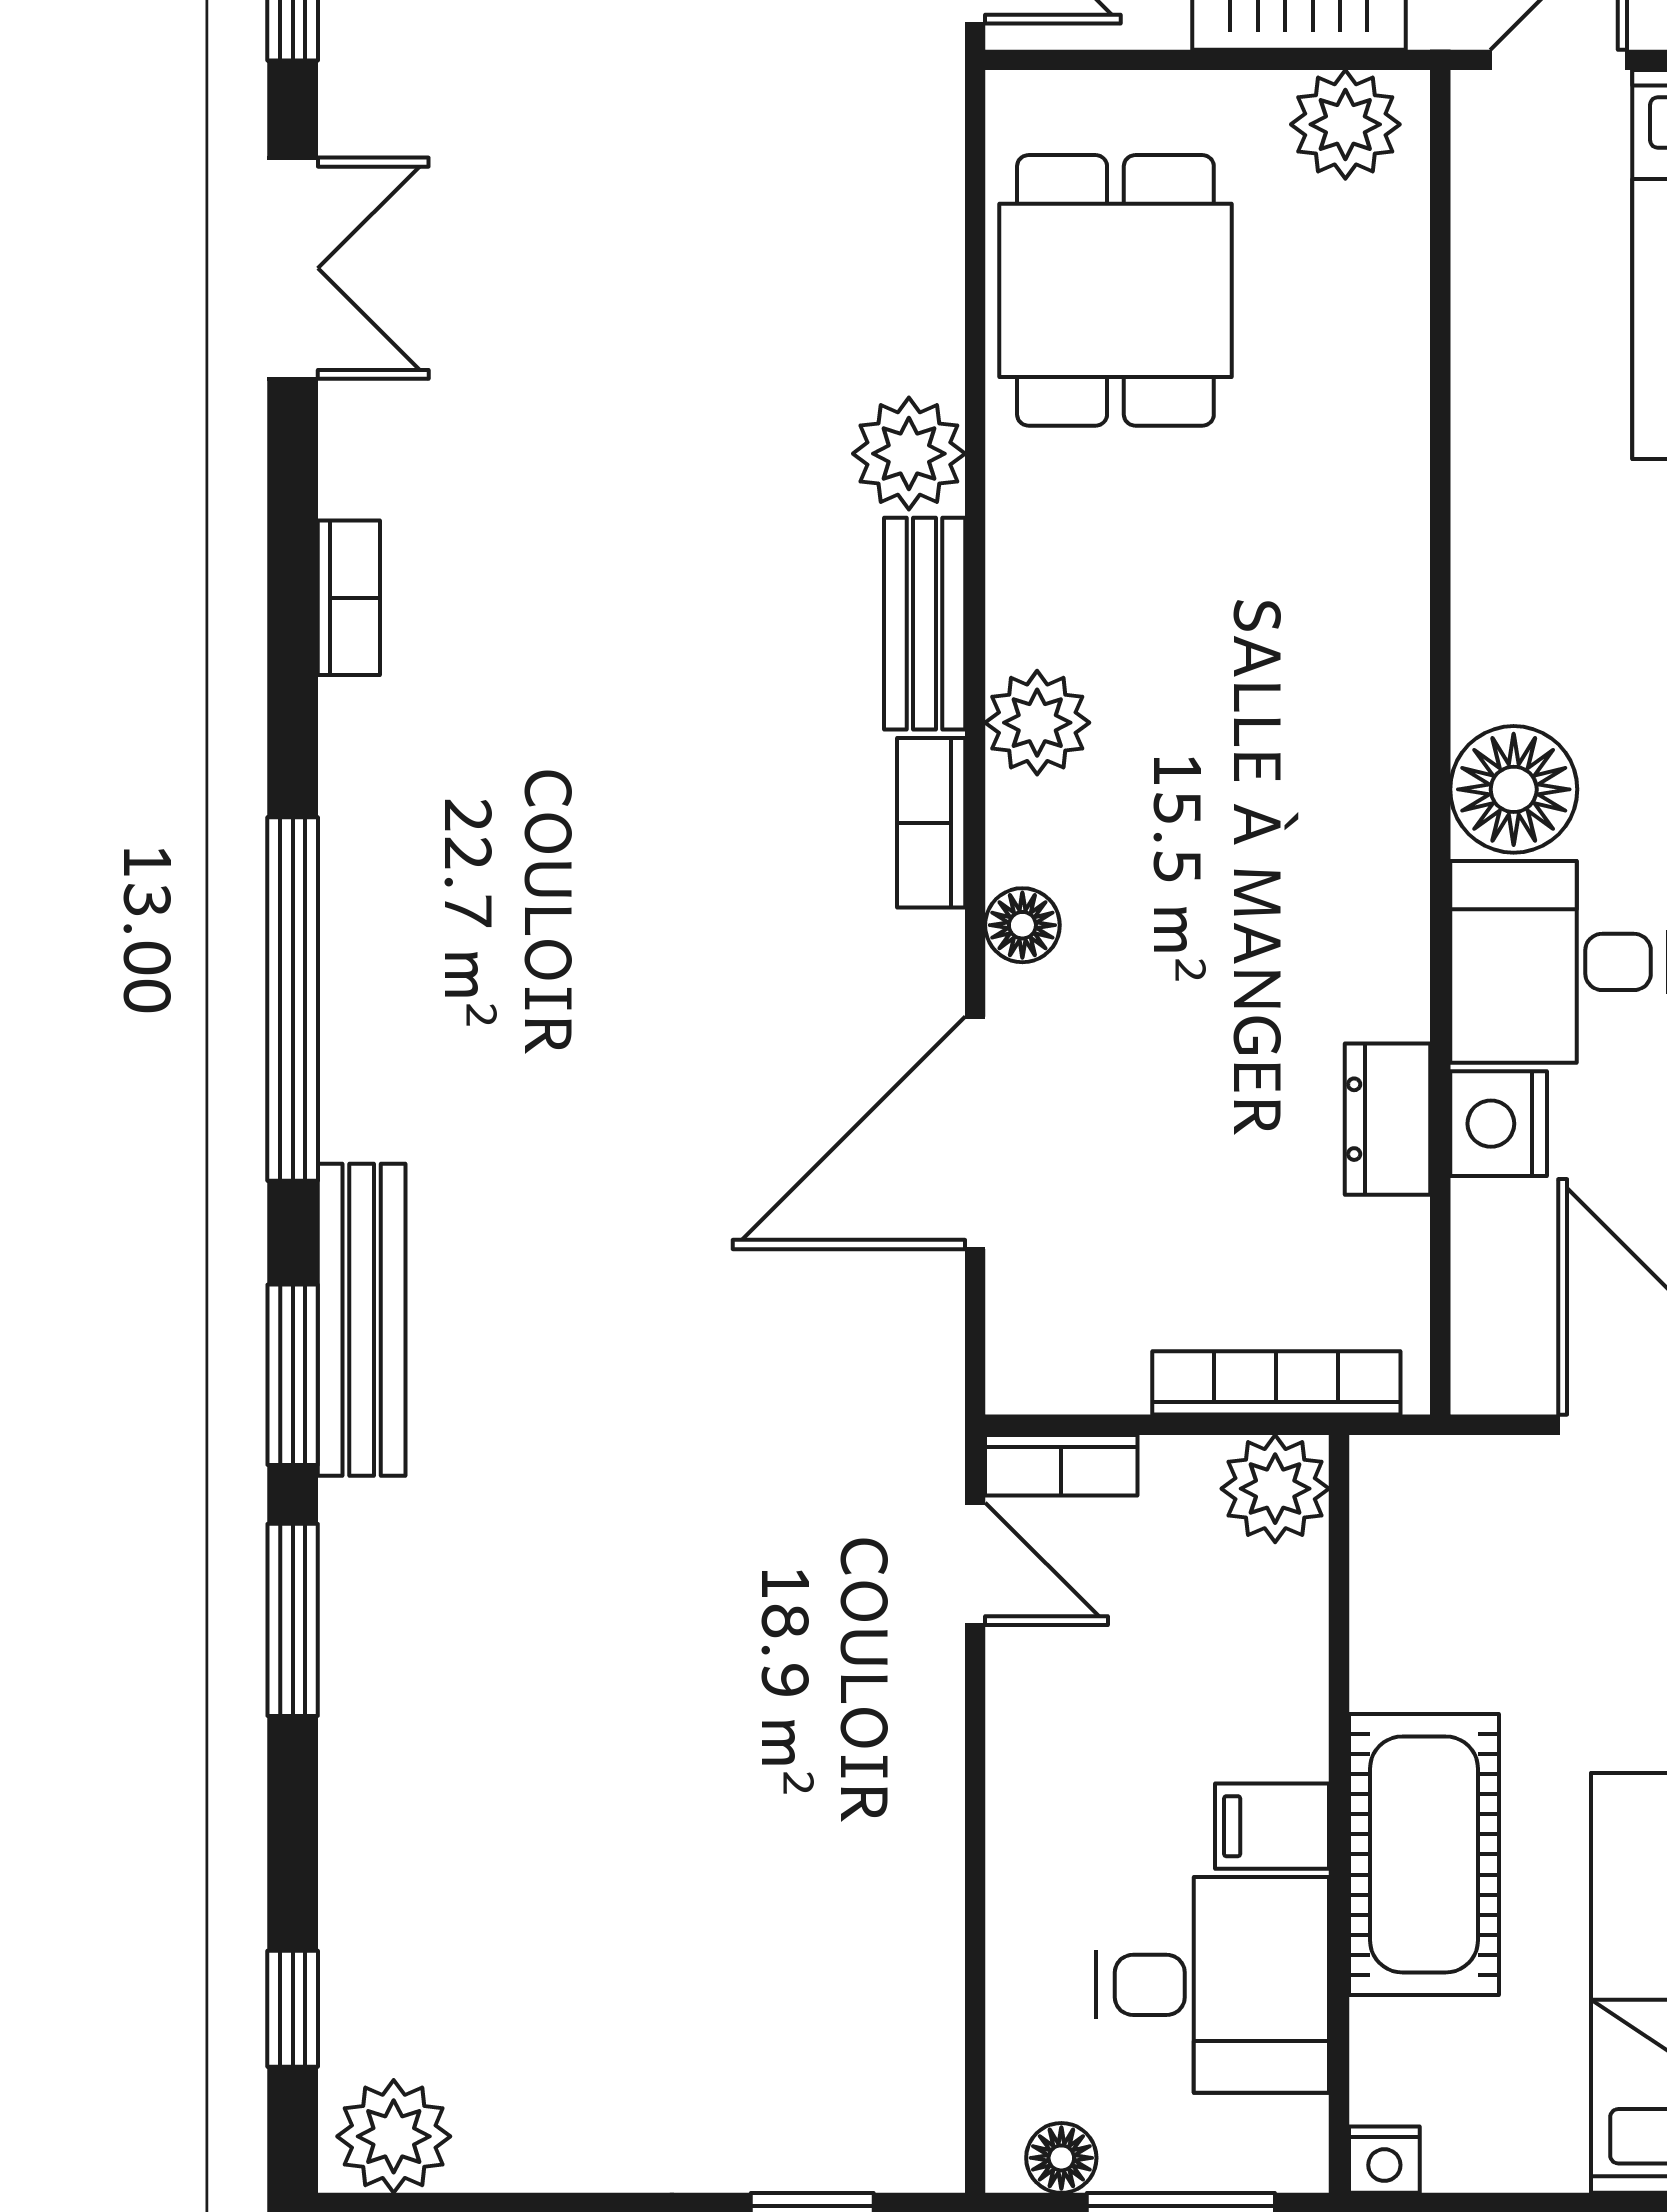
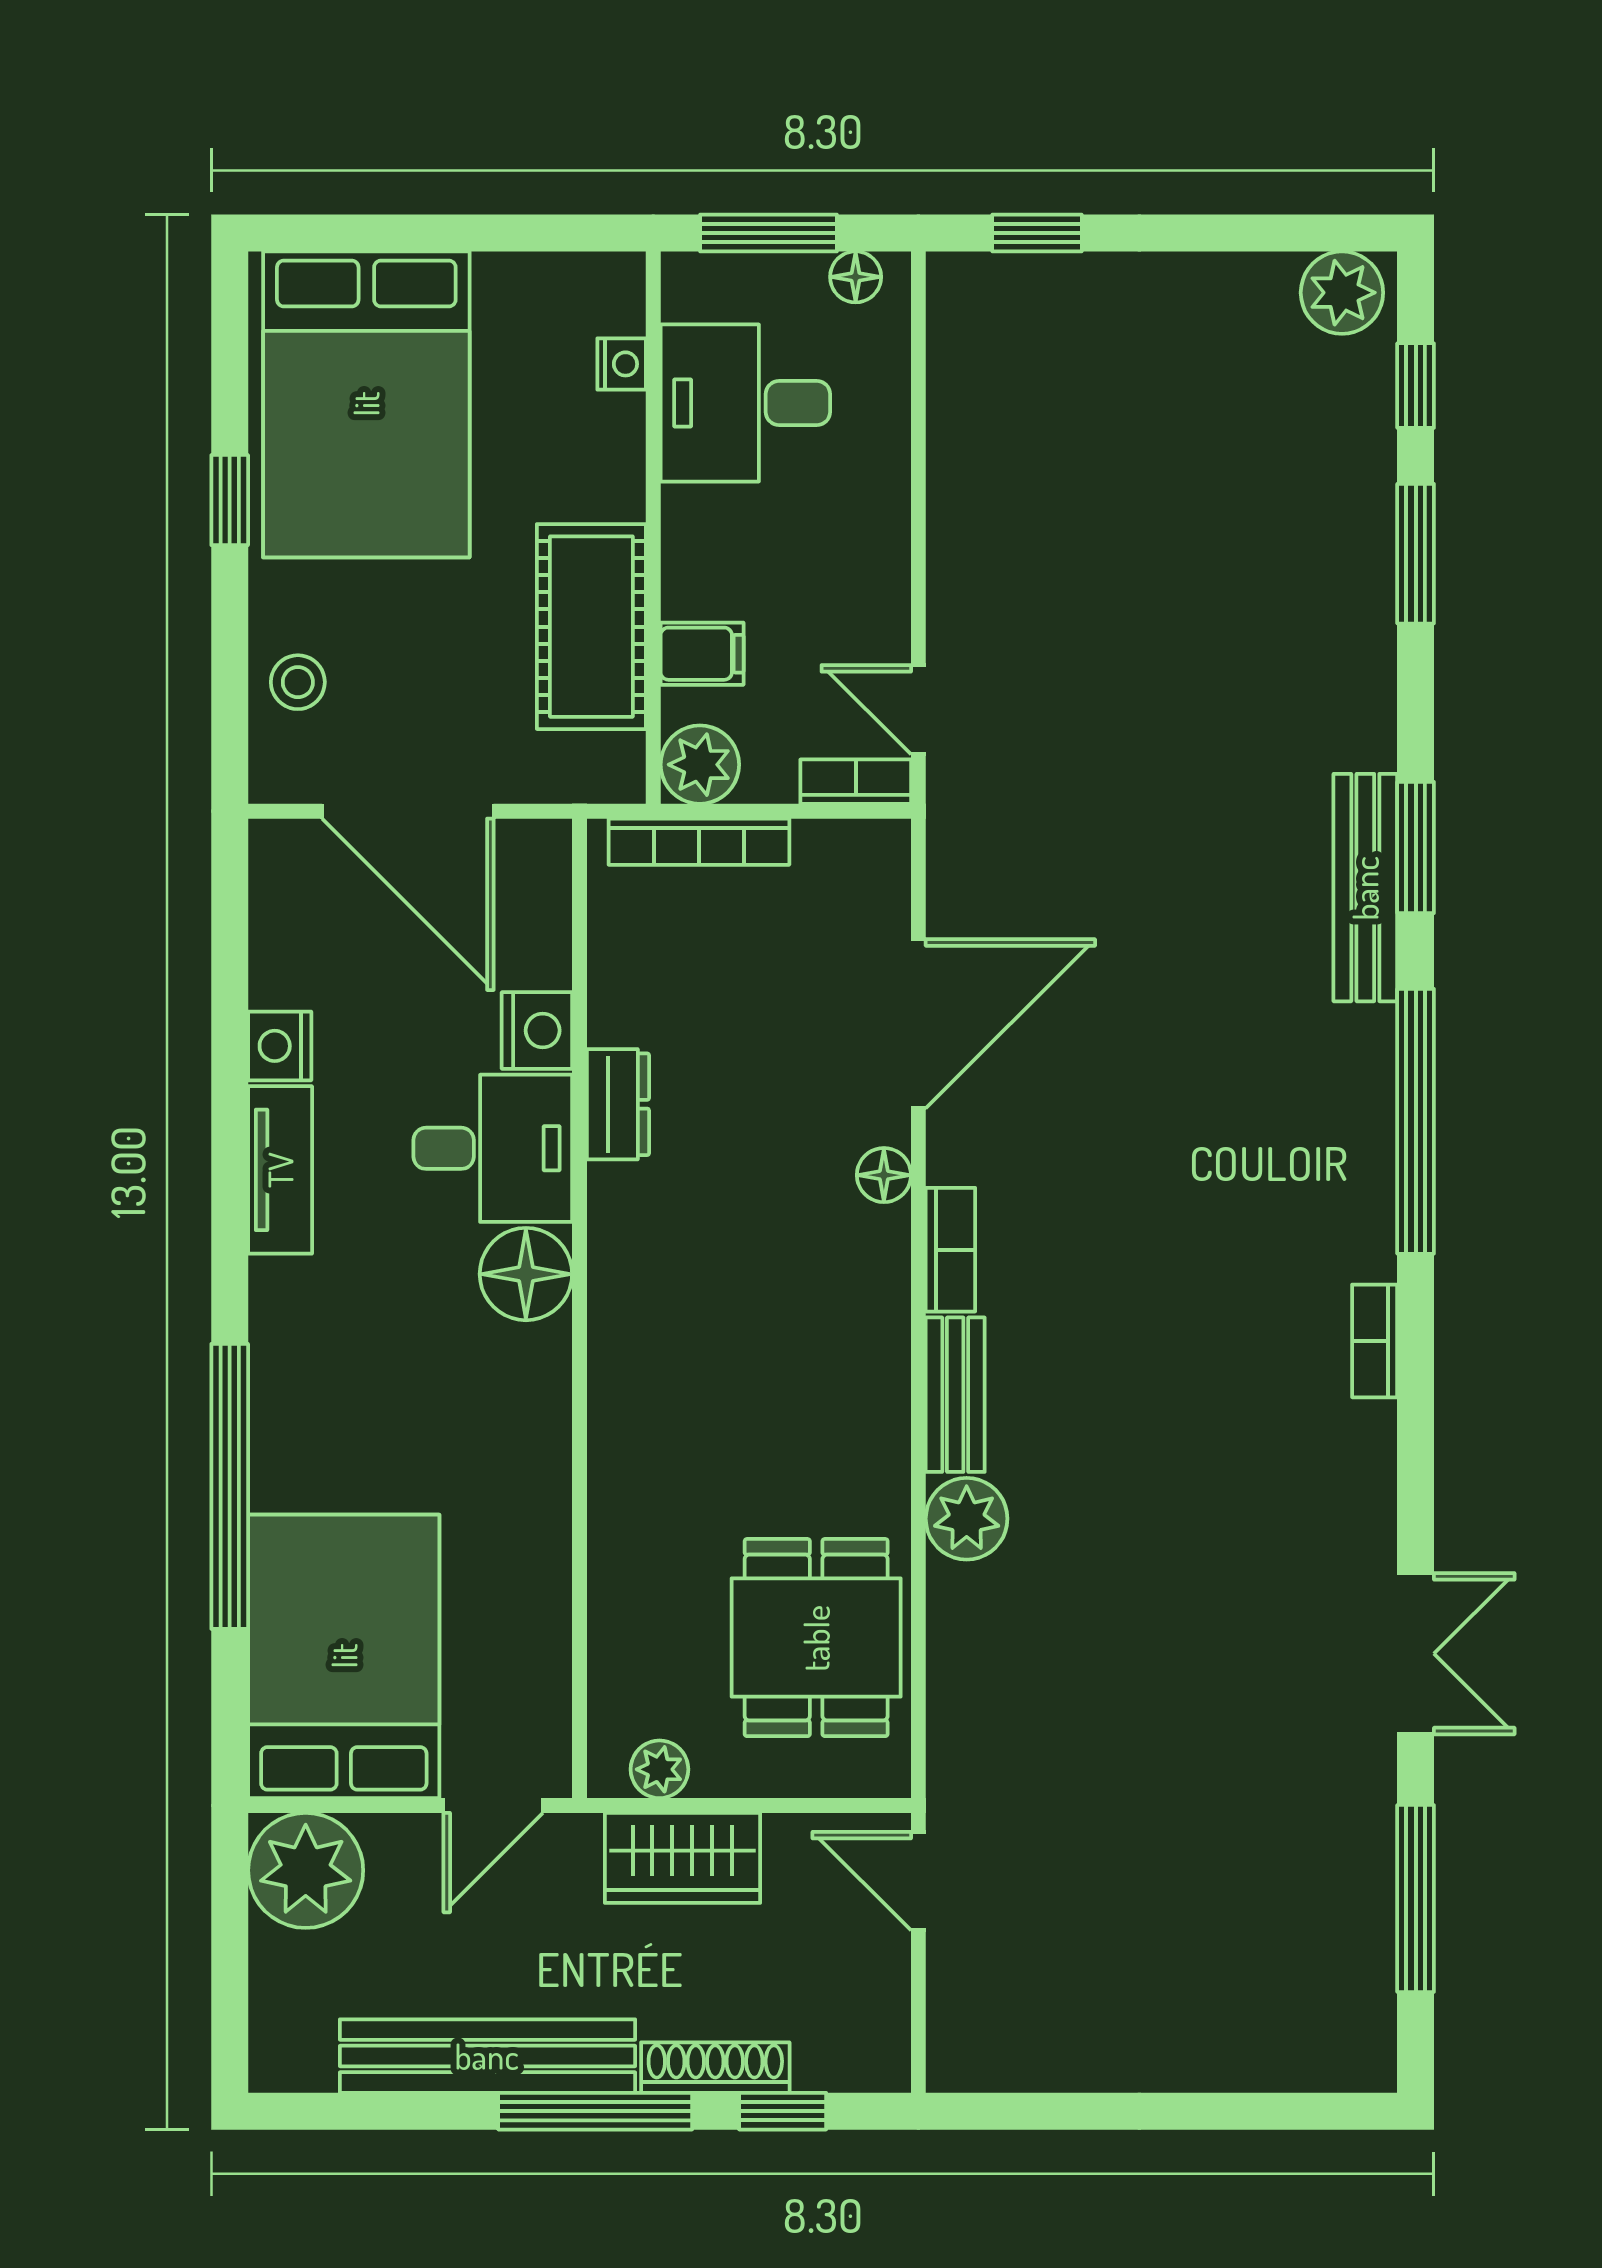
plant: (1345, 124) -> (659, 1769), width x0.73, depth x0.73
double door: (293, 268) -> (1416, 1654), swing flipped
bookcase: (349, 598) -> (1375, 1341), moved
plant: (1037, 723) -> (873, 1323), removed
dresser: (1387, 1119) -> (618, 1104), moved
window: (293, 1620) -> (1416, 554), moved
filing cabinet: (1272, 1826) -> (702, 654), moved
cot: (1424, 1854) -> (591, 627), moved
nightstand: (1384, 2160) -> (622, 364), moved, turned 90

